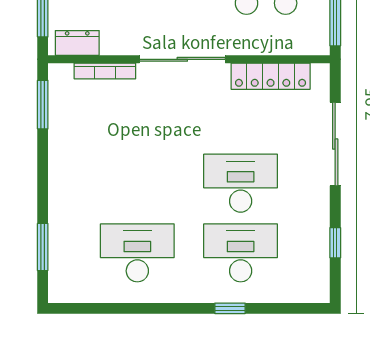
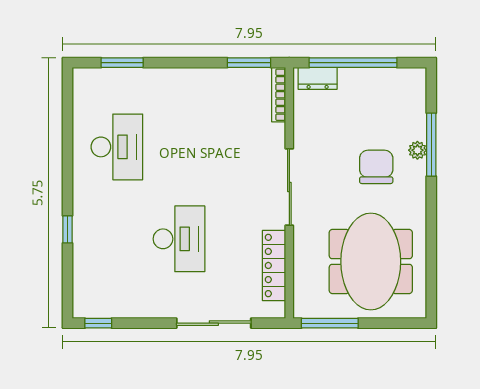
dresser: (77, 43) -> (318, 78), moved, turned 90
bookcase: (105, 71) -> (279, 95), moved
window: (335, 243) -> (98, 323), moved
desk: (241, 253) -> (117, 239), removed

